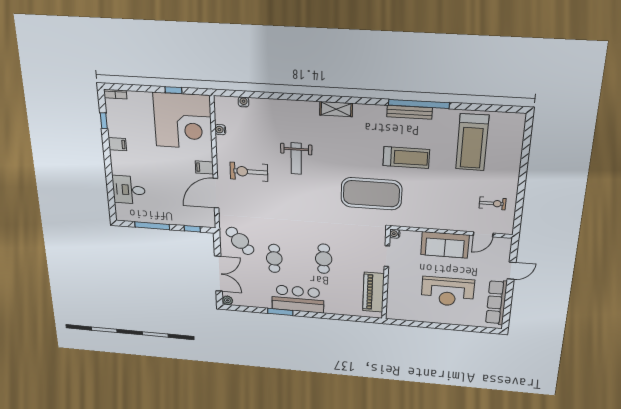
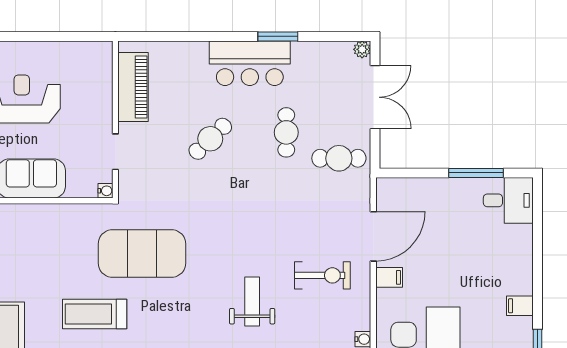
desk: (129, 190) -> (508, 200), moved
window: (192, 229) -> (413, 173), removed
cafe table: (240, 241) -> (339, 158), turned -49
cafe table: (324, 259) -> (210, 139), turned 46
double door: (218, 274) -> (375, 97), swing flipped

